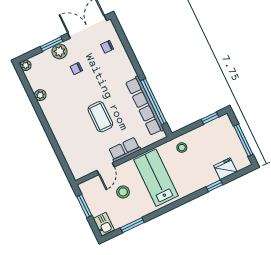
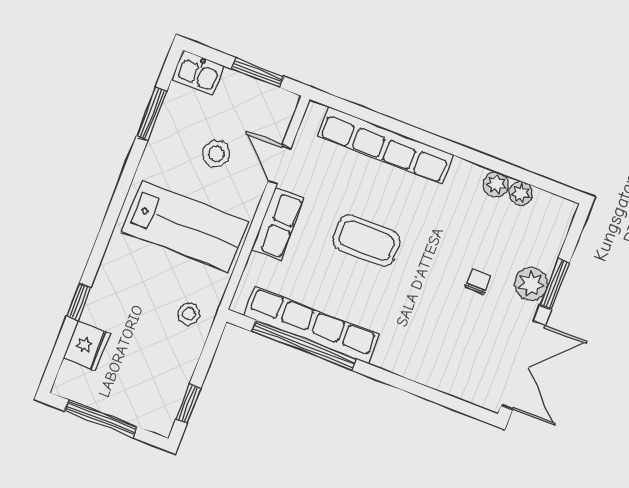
chair: (107, 47) -> (461, 363), removed
plant: (26, 65) -> (521, 193), moved
row of seats: (65, 142) -> (385, 145), added

